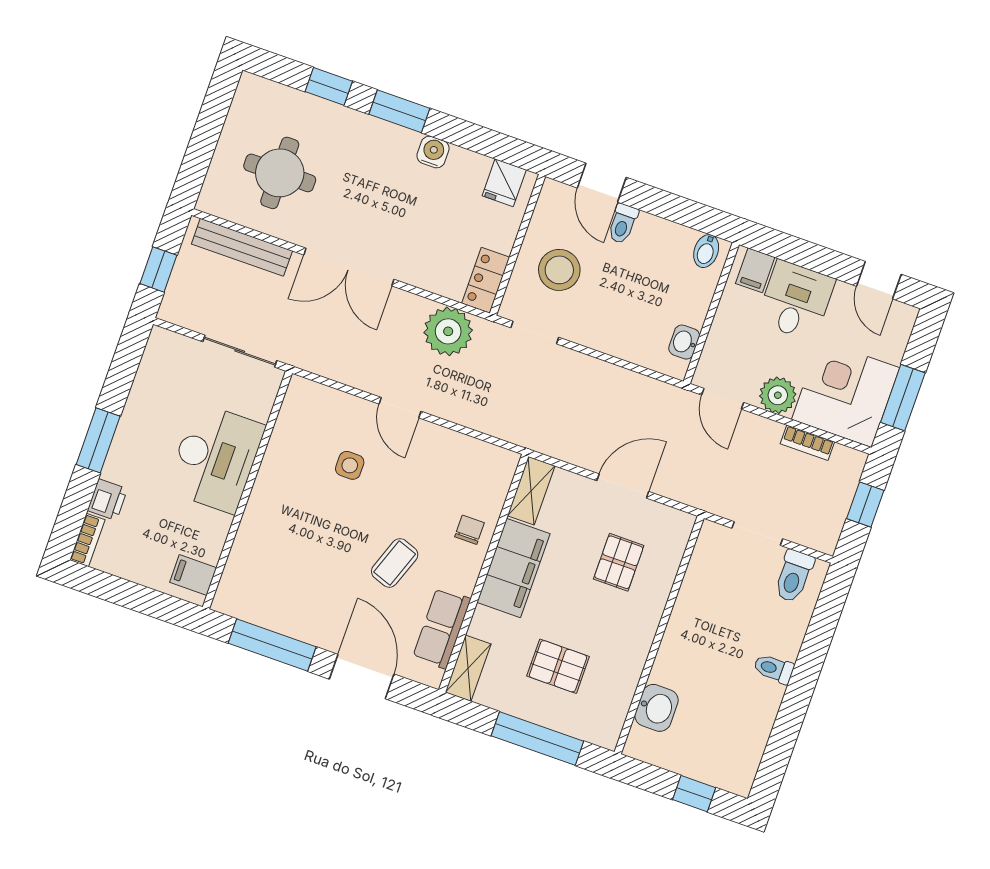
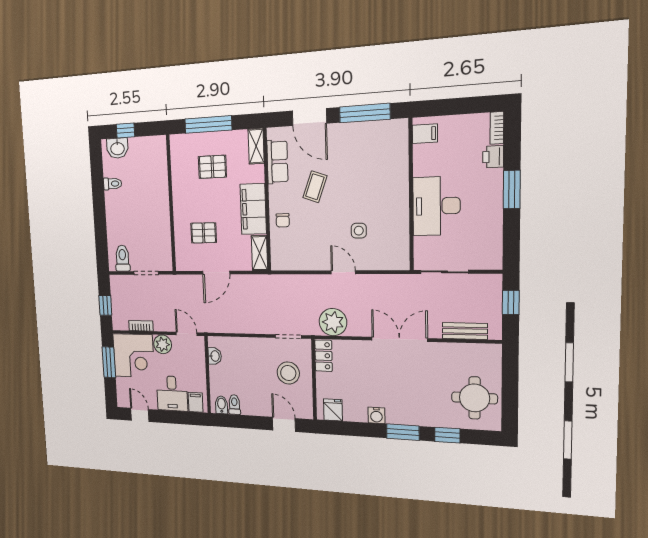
round table: (280, 173) -> (475, 398), moved
toilet: (623, 224) -> (234, 405), moved
bench: (242, 247) -> (465, 331), width x0.73
pallet: (619, 562) -> (204, 233), turned 90
toilet: (774, 669) -> (113, 184), moved
washbasin: (656, 708) -> (117, 148), moved, turned -90

